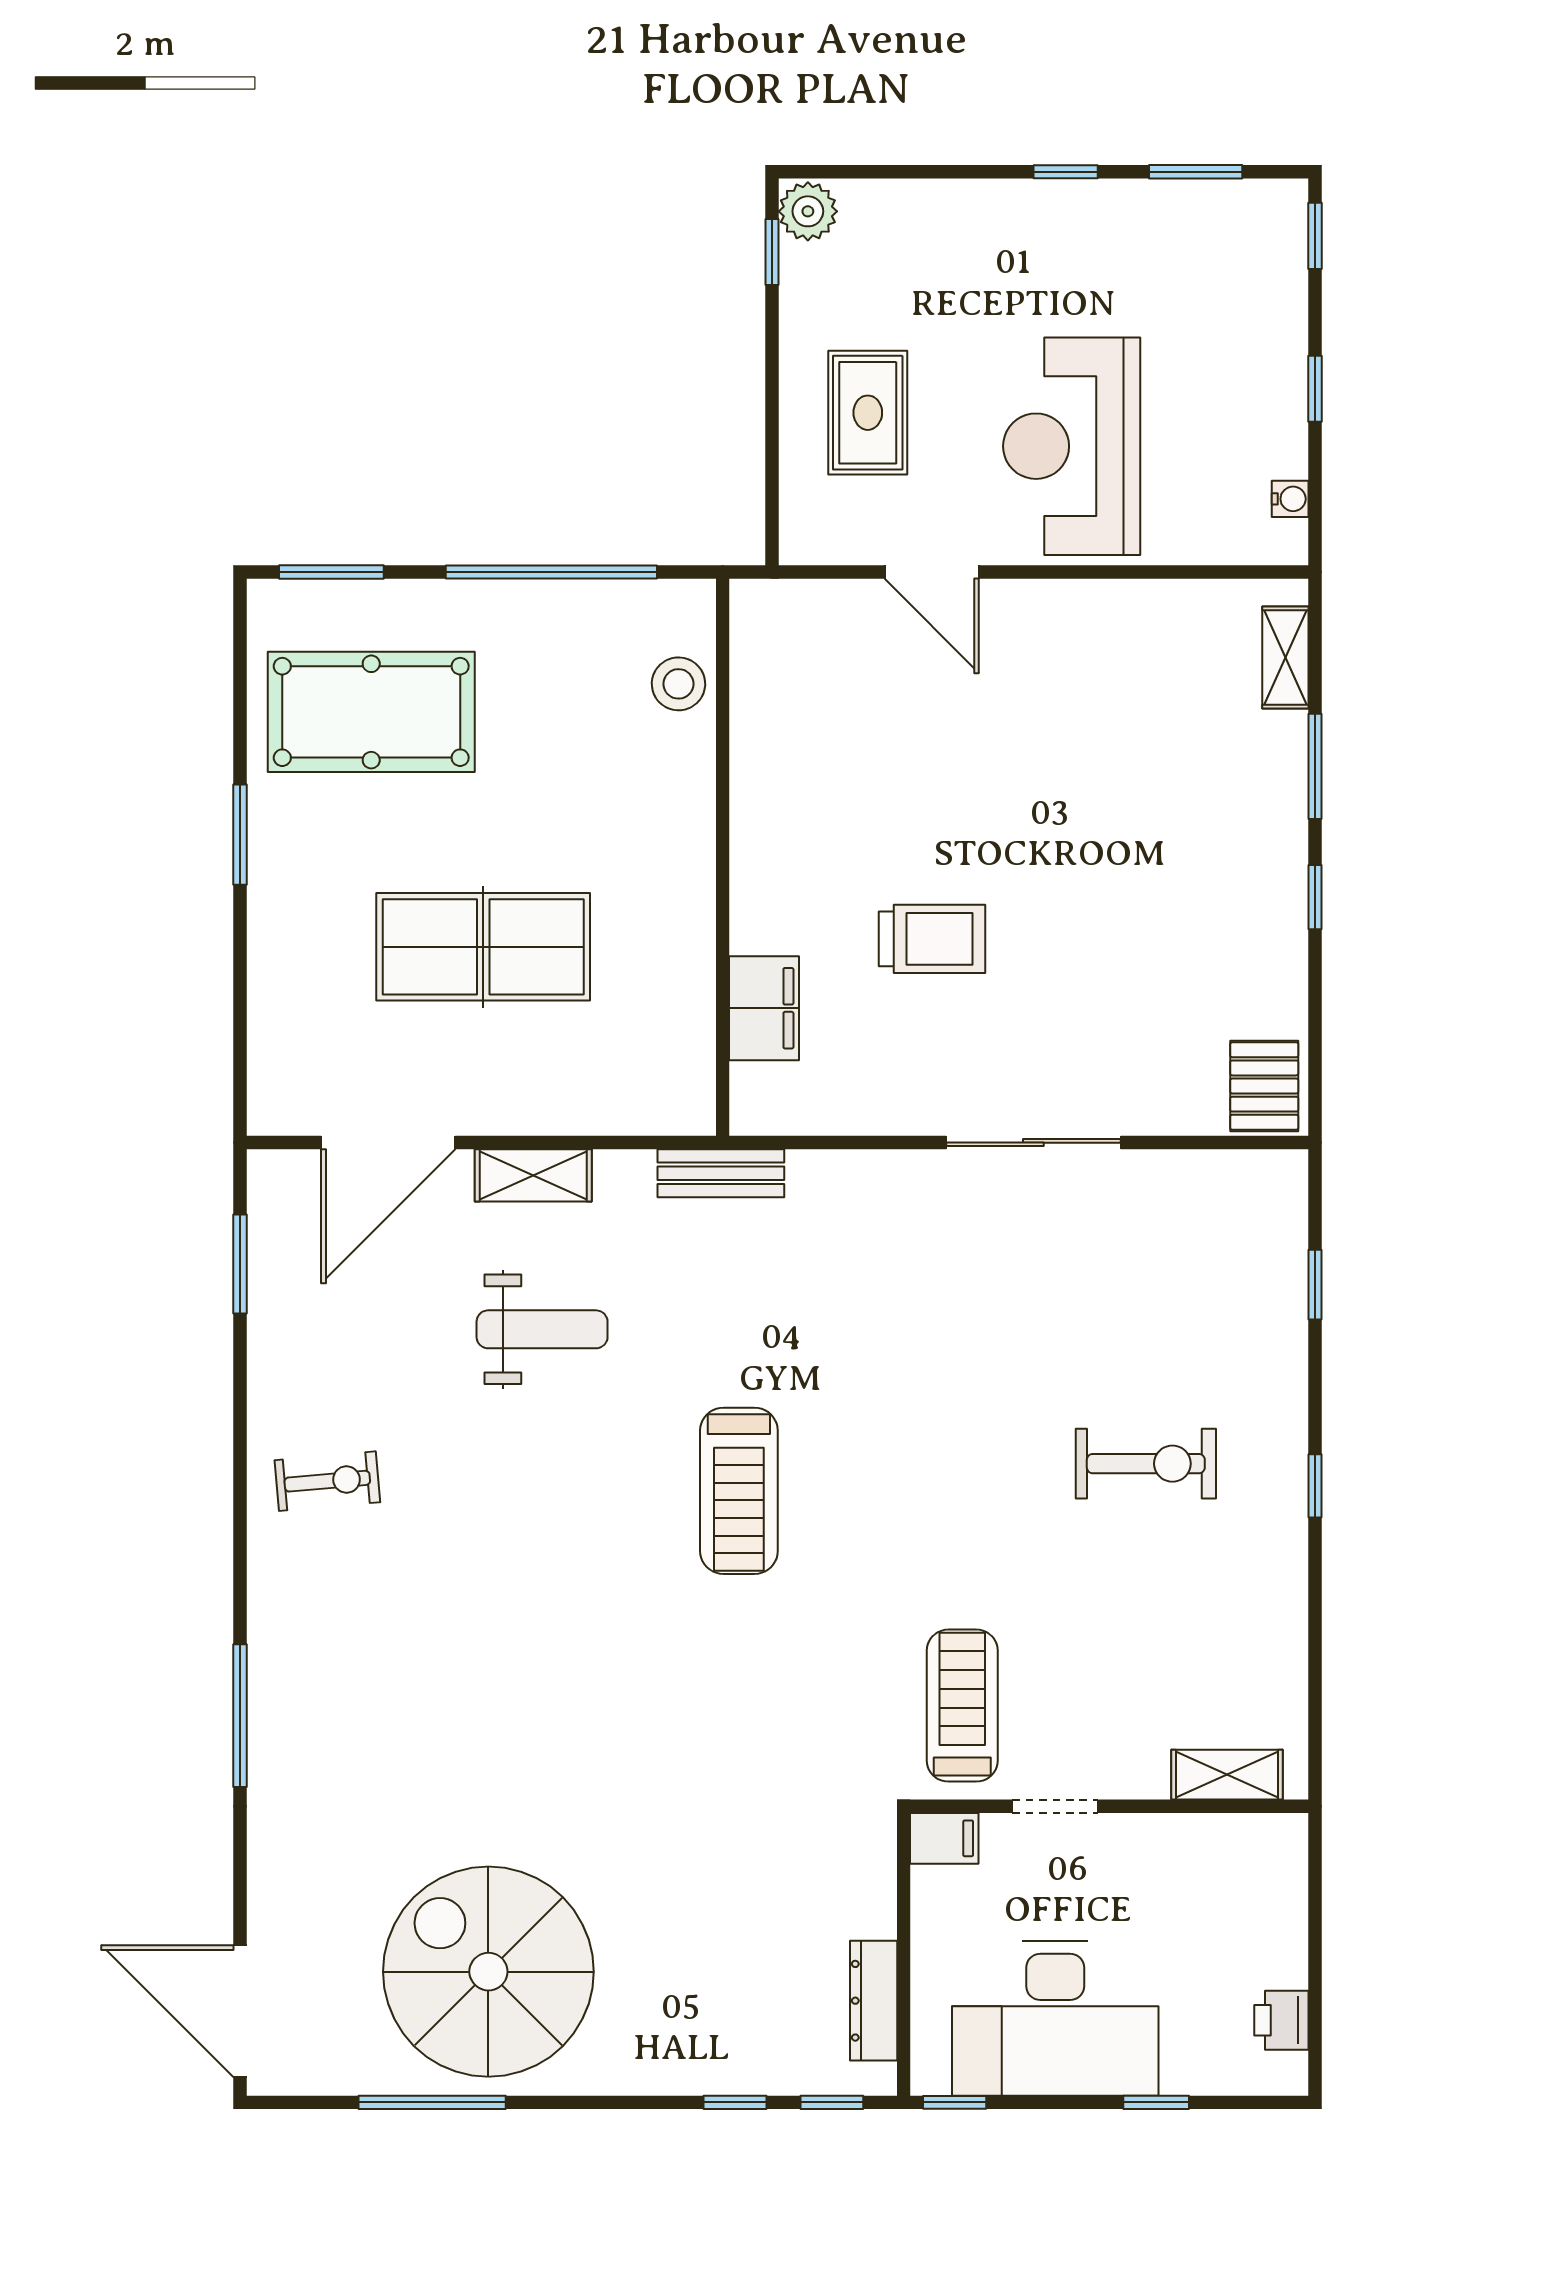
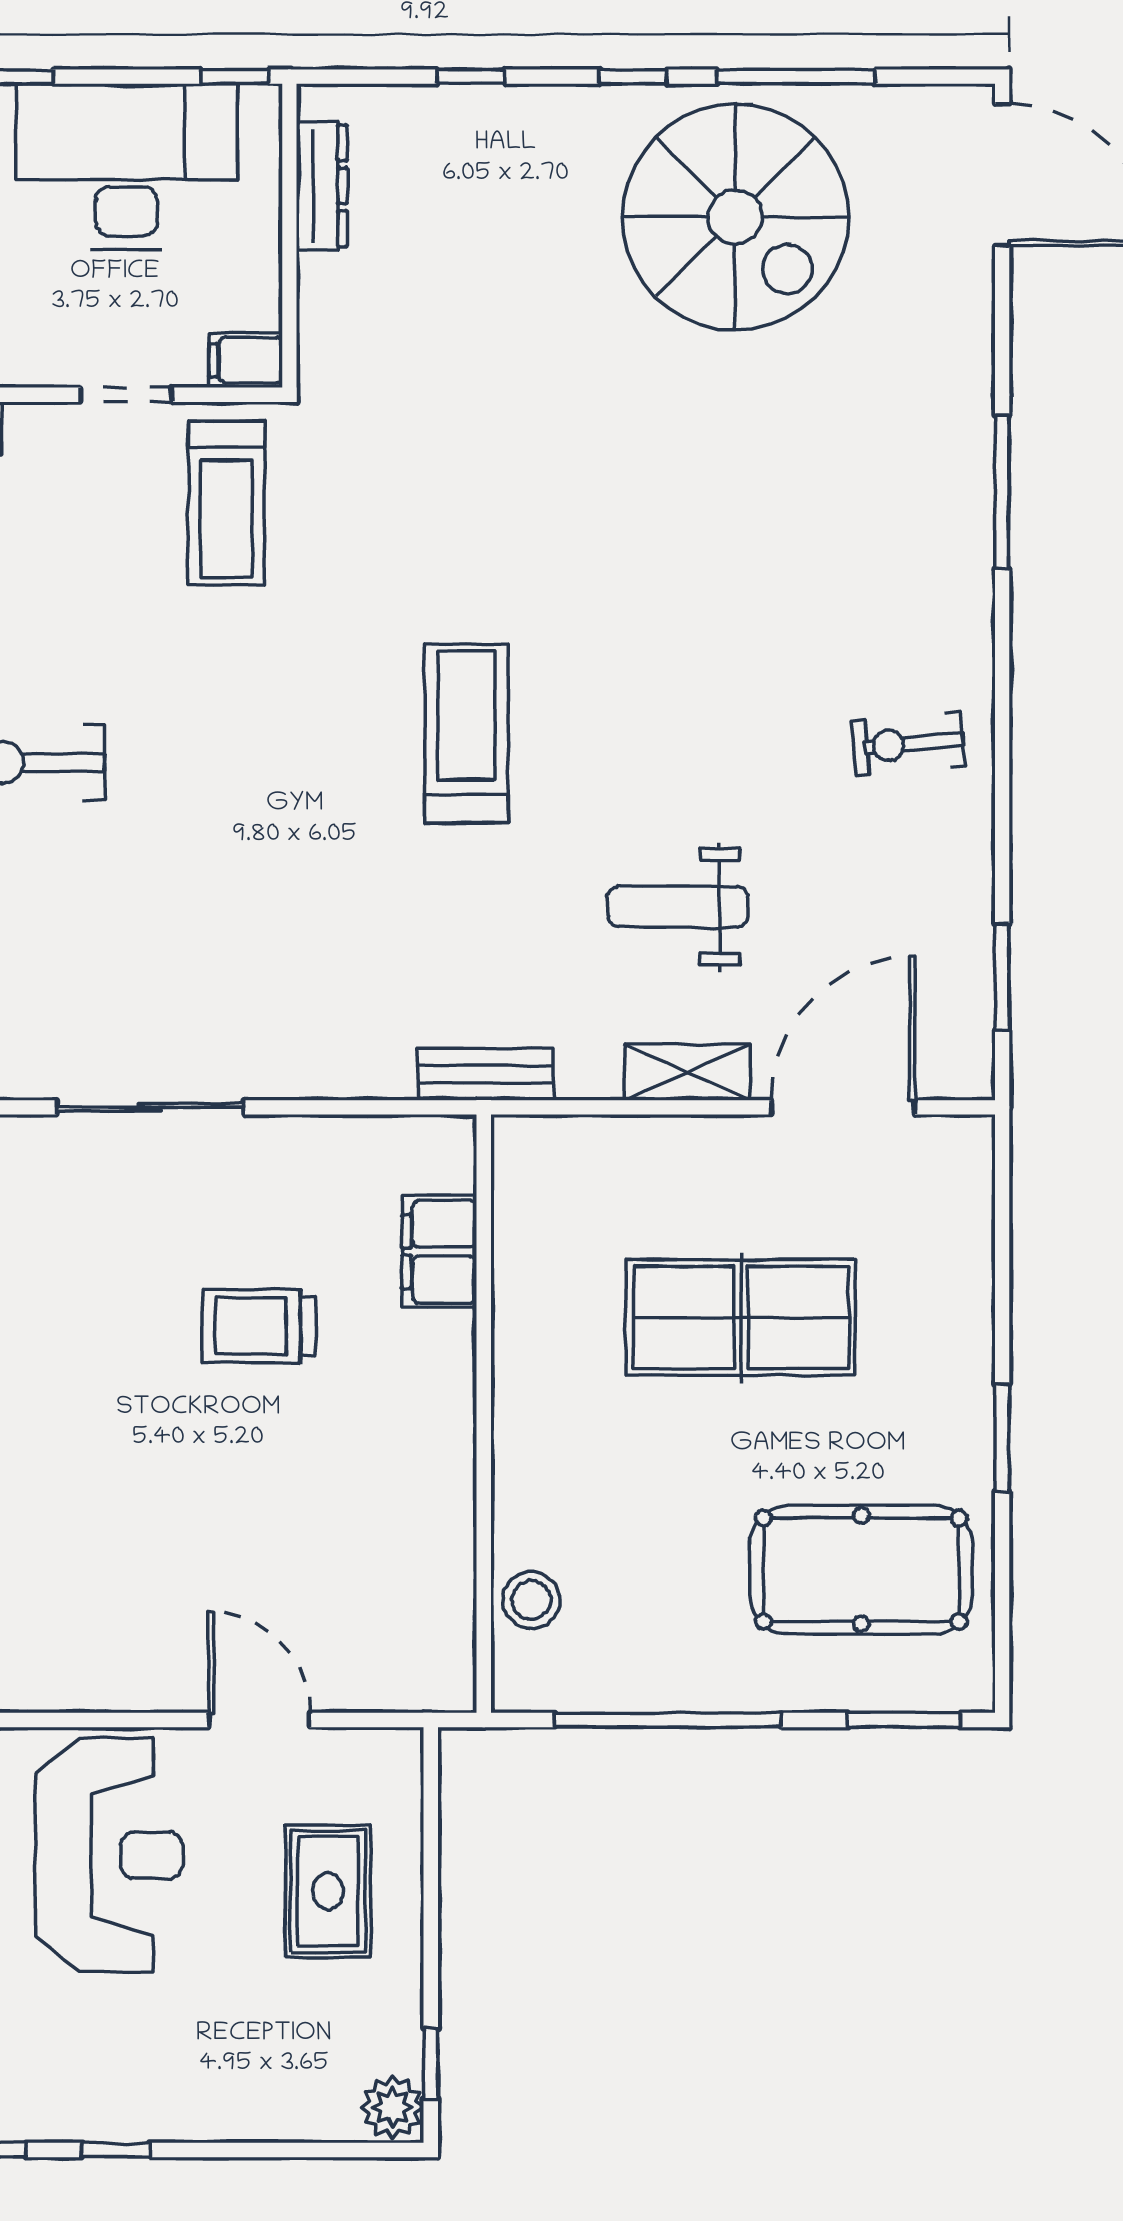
window: (832, 2102) -> (633, 77), moved

